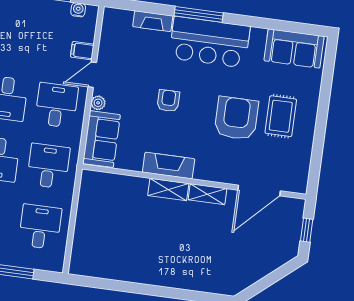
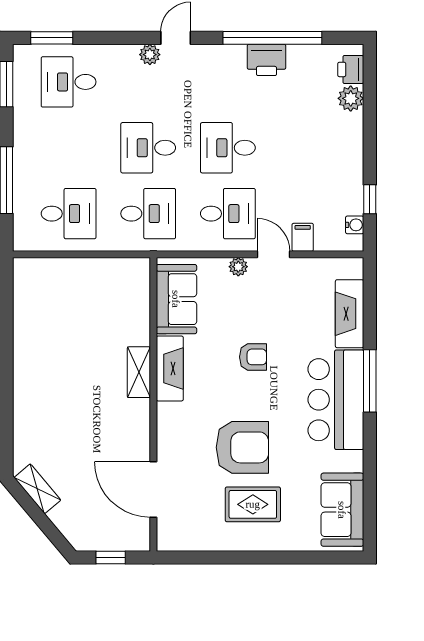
fireplace: (153, 21) -> (350, 314), width x1.37, depth x1.32
sofa: (101, 139) -> (176, 299), moved, turned -90
shelving: (207, 194) -> (37, 489), moved, turned -40

